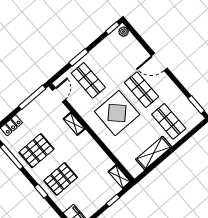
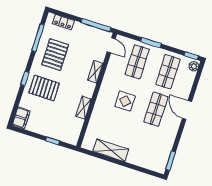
door: (59, 95) -> (111, 45), hinge flipped
display table: (117, 113) -> (125, 101), width x0.54, depth x0.54
shop shelf: (169, 121) -> (168, 72), moved
pallet: (36, 151) -> (55, 55), turned 90
shelving: (119, 177) -> (84, 108), moved

